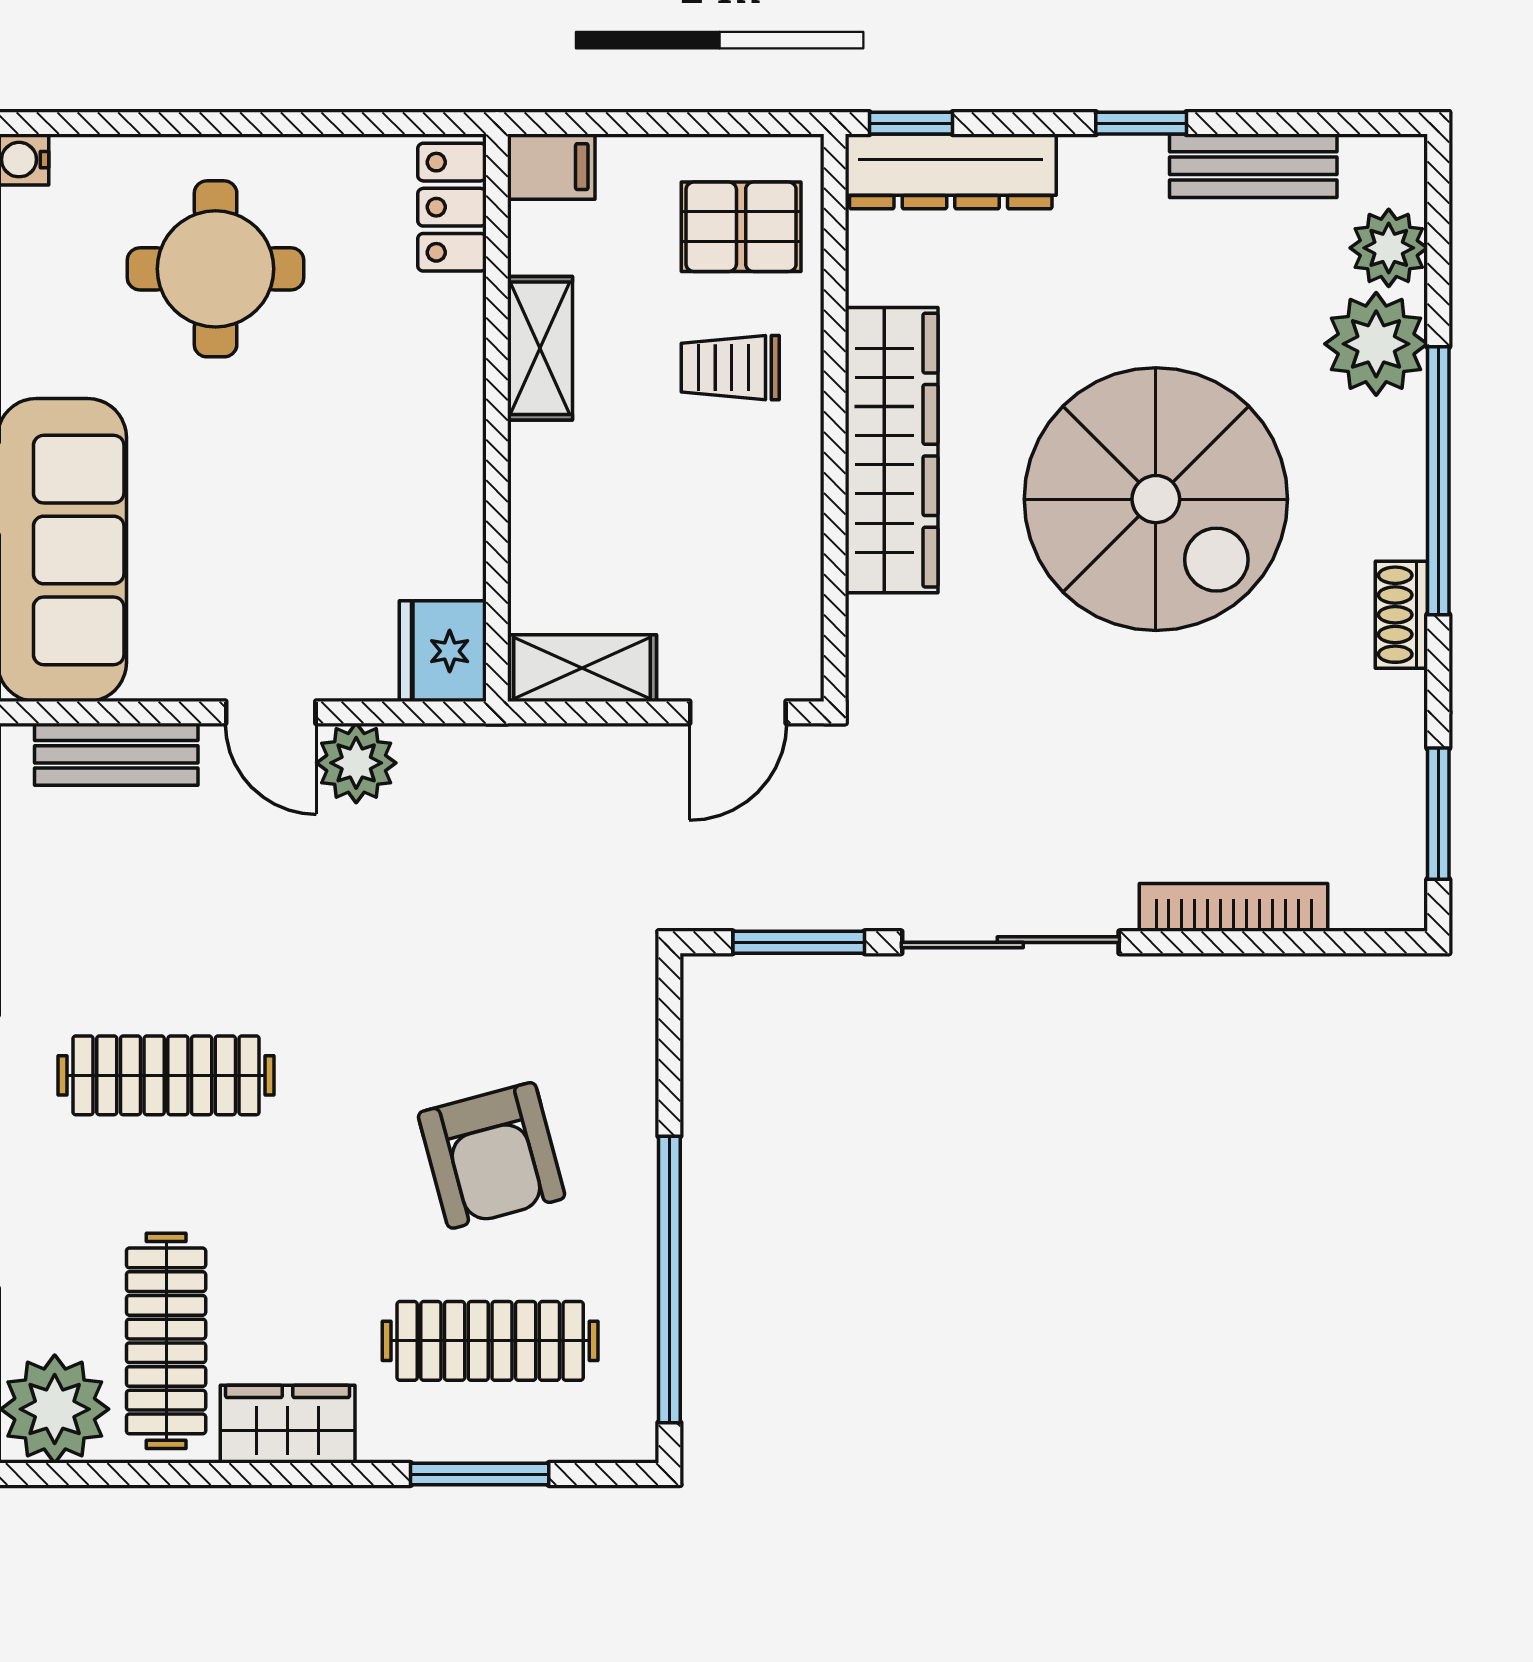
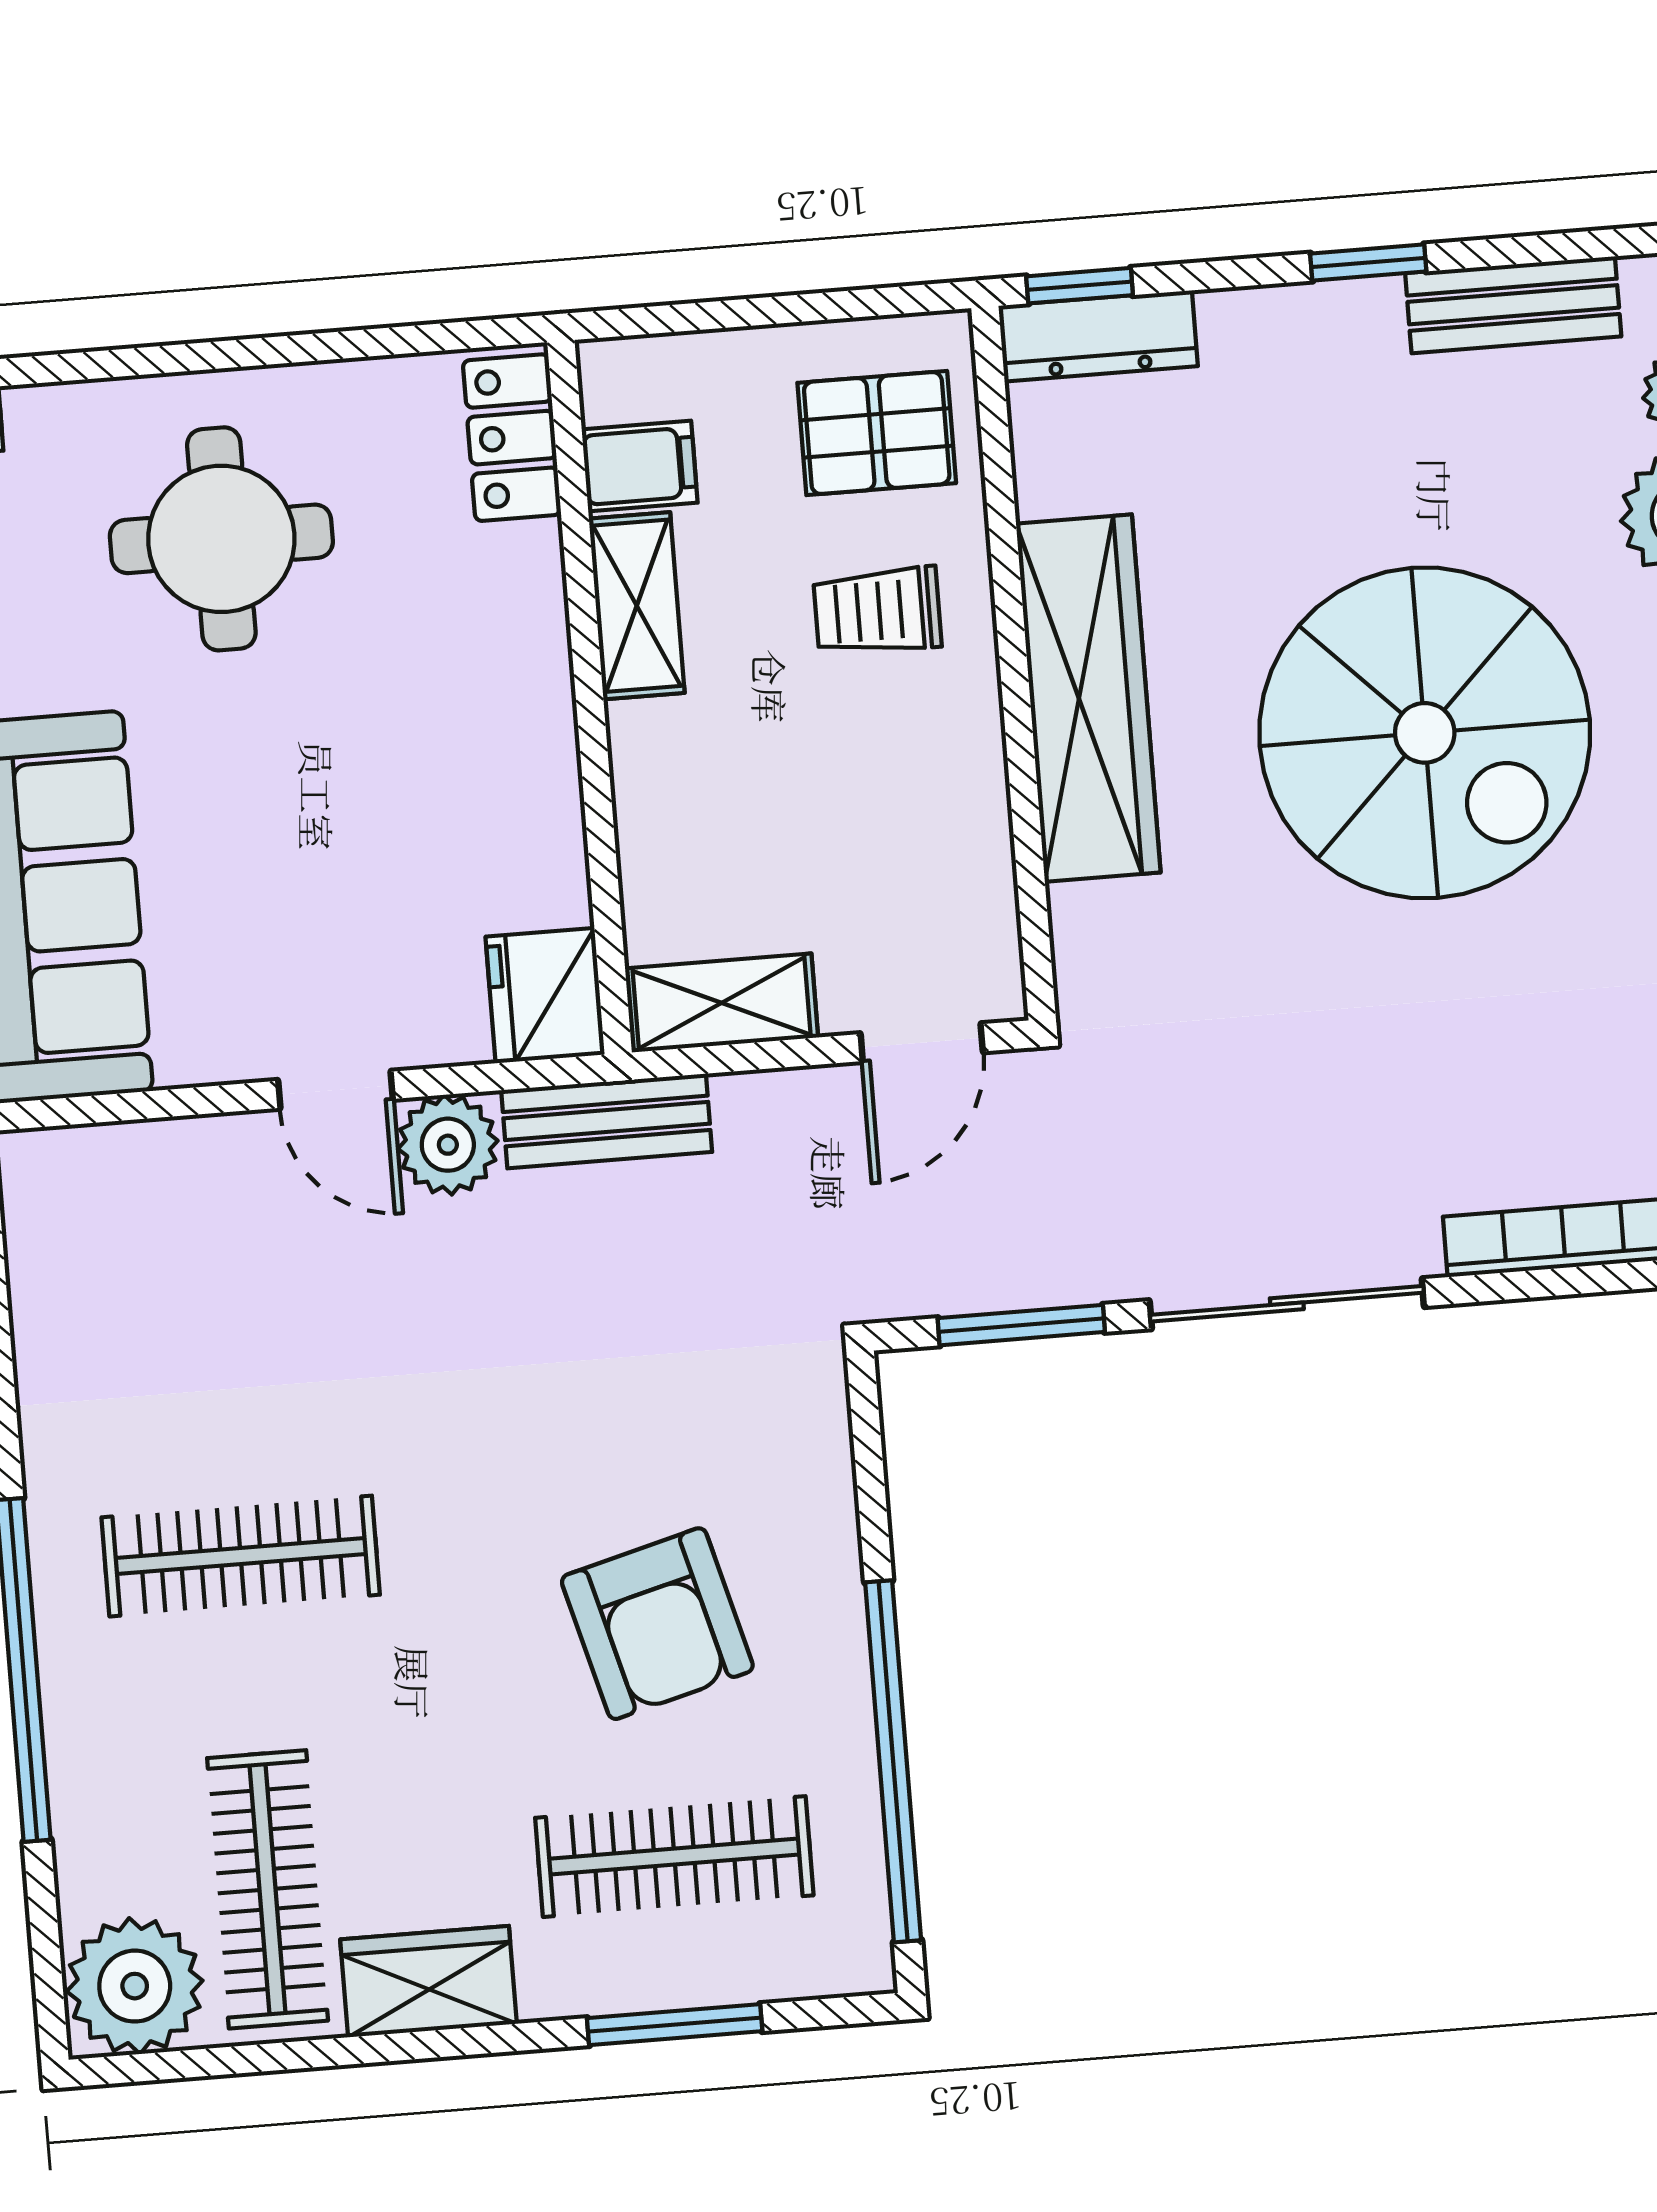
filing cabinet: (551, 167) -> (640, 466), moved
dresser: (951, 171) -> (1098, 336), width x0.73, depth x0.80
bench: (116, 754) -> (607, 1121), moved

